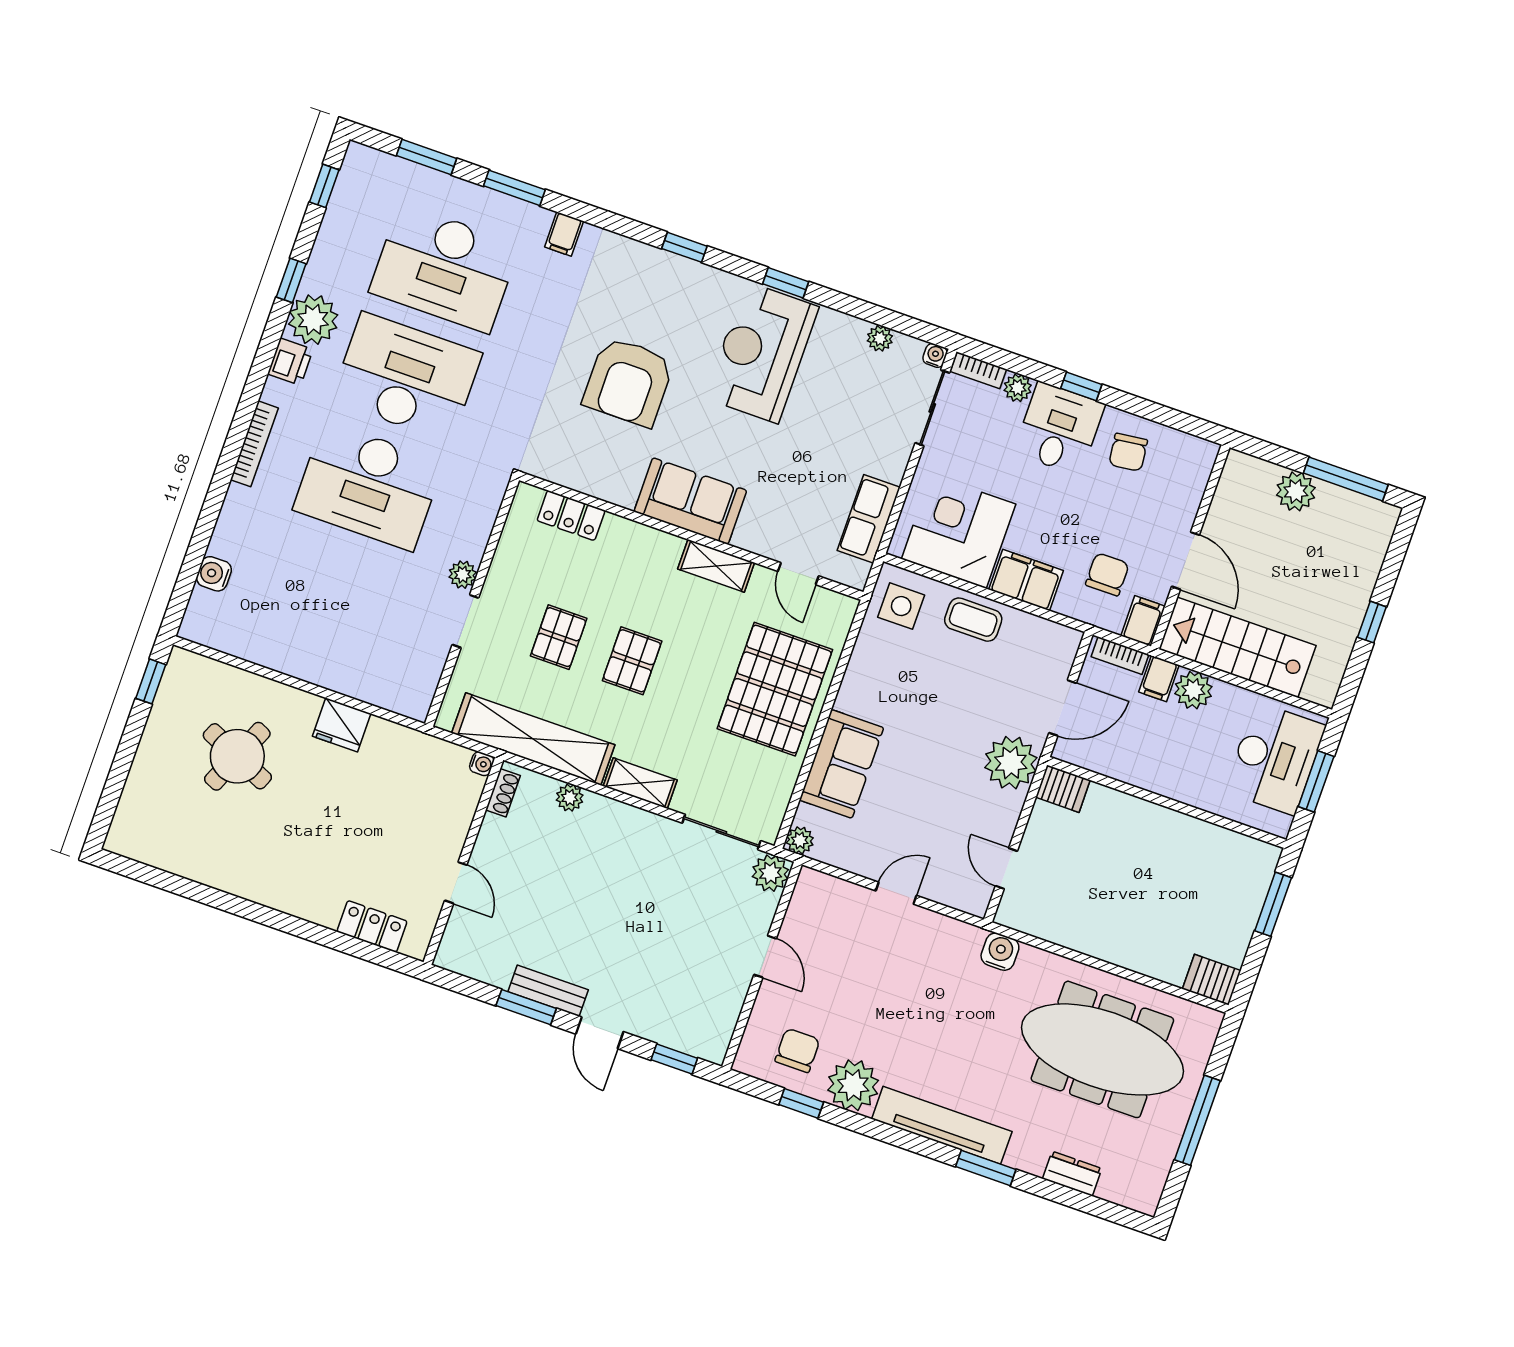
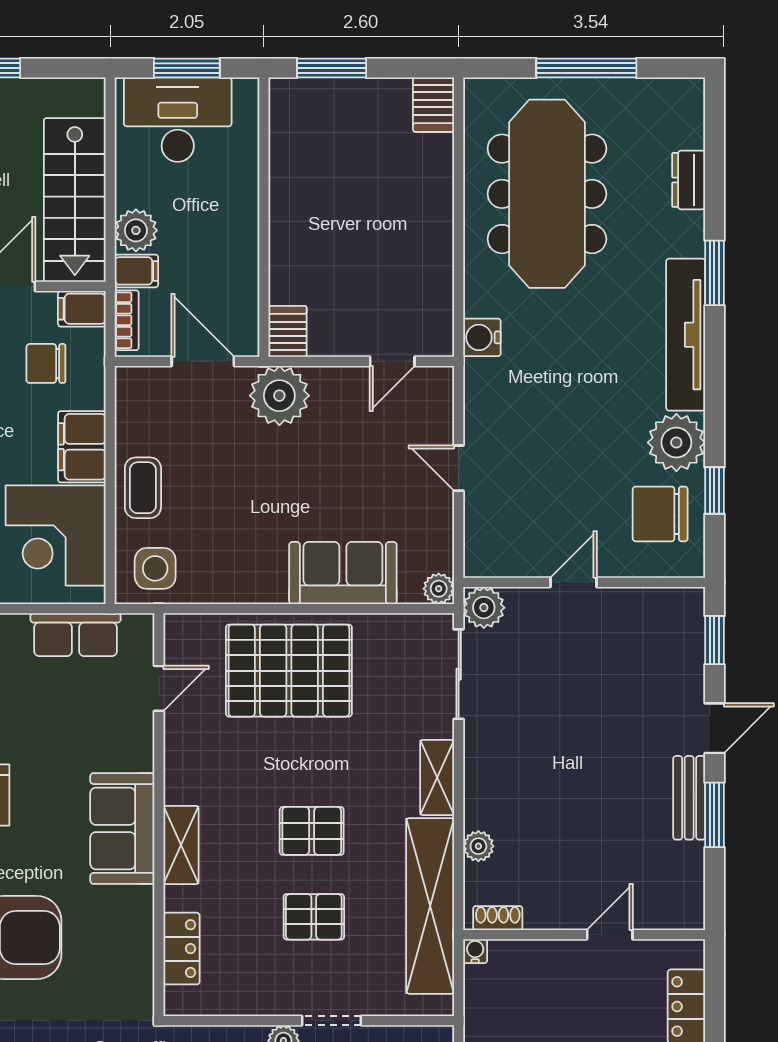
shelving: (716, 566) -> (181, 845), moved
chair: (797, 1050) -> (660, 514), width x1.37, depth x1.37

